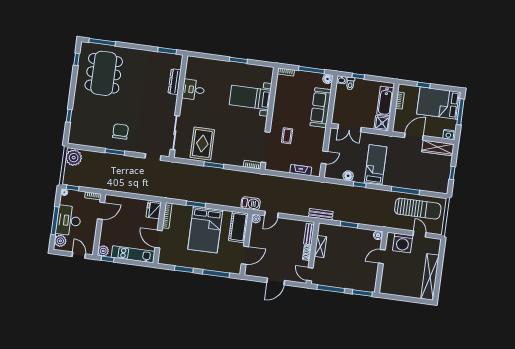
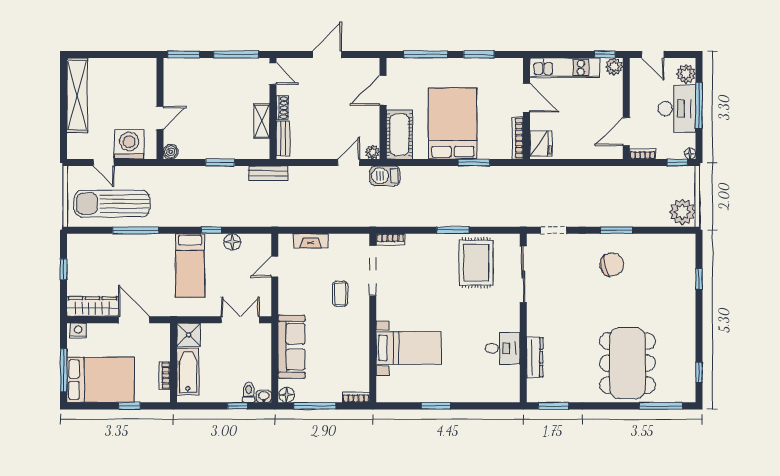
dining table: (104, 73) -> (627, 363), moved
chair: (120, 132) -> (612, 264), turned -105
door: (414, 137) -> (134, 320), swing flipped

